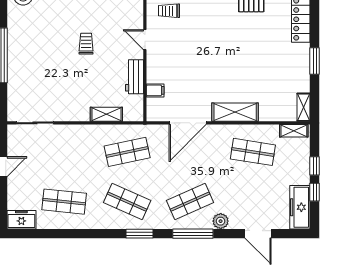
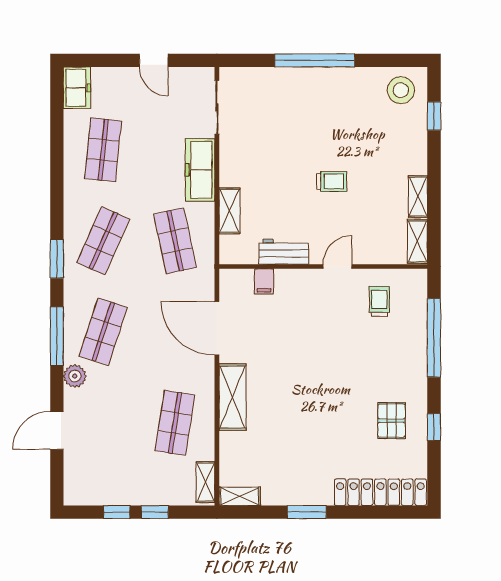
shop shelf: (190, 202) -> (103, 332), turned 42
freezer: (300, 207) -> (200, 170), moved, turned -90

